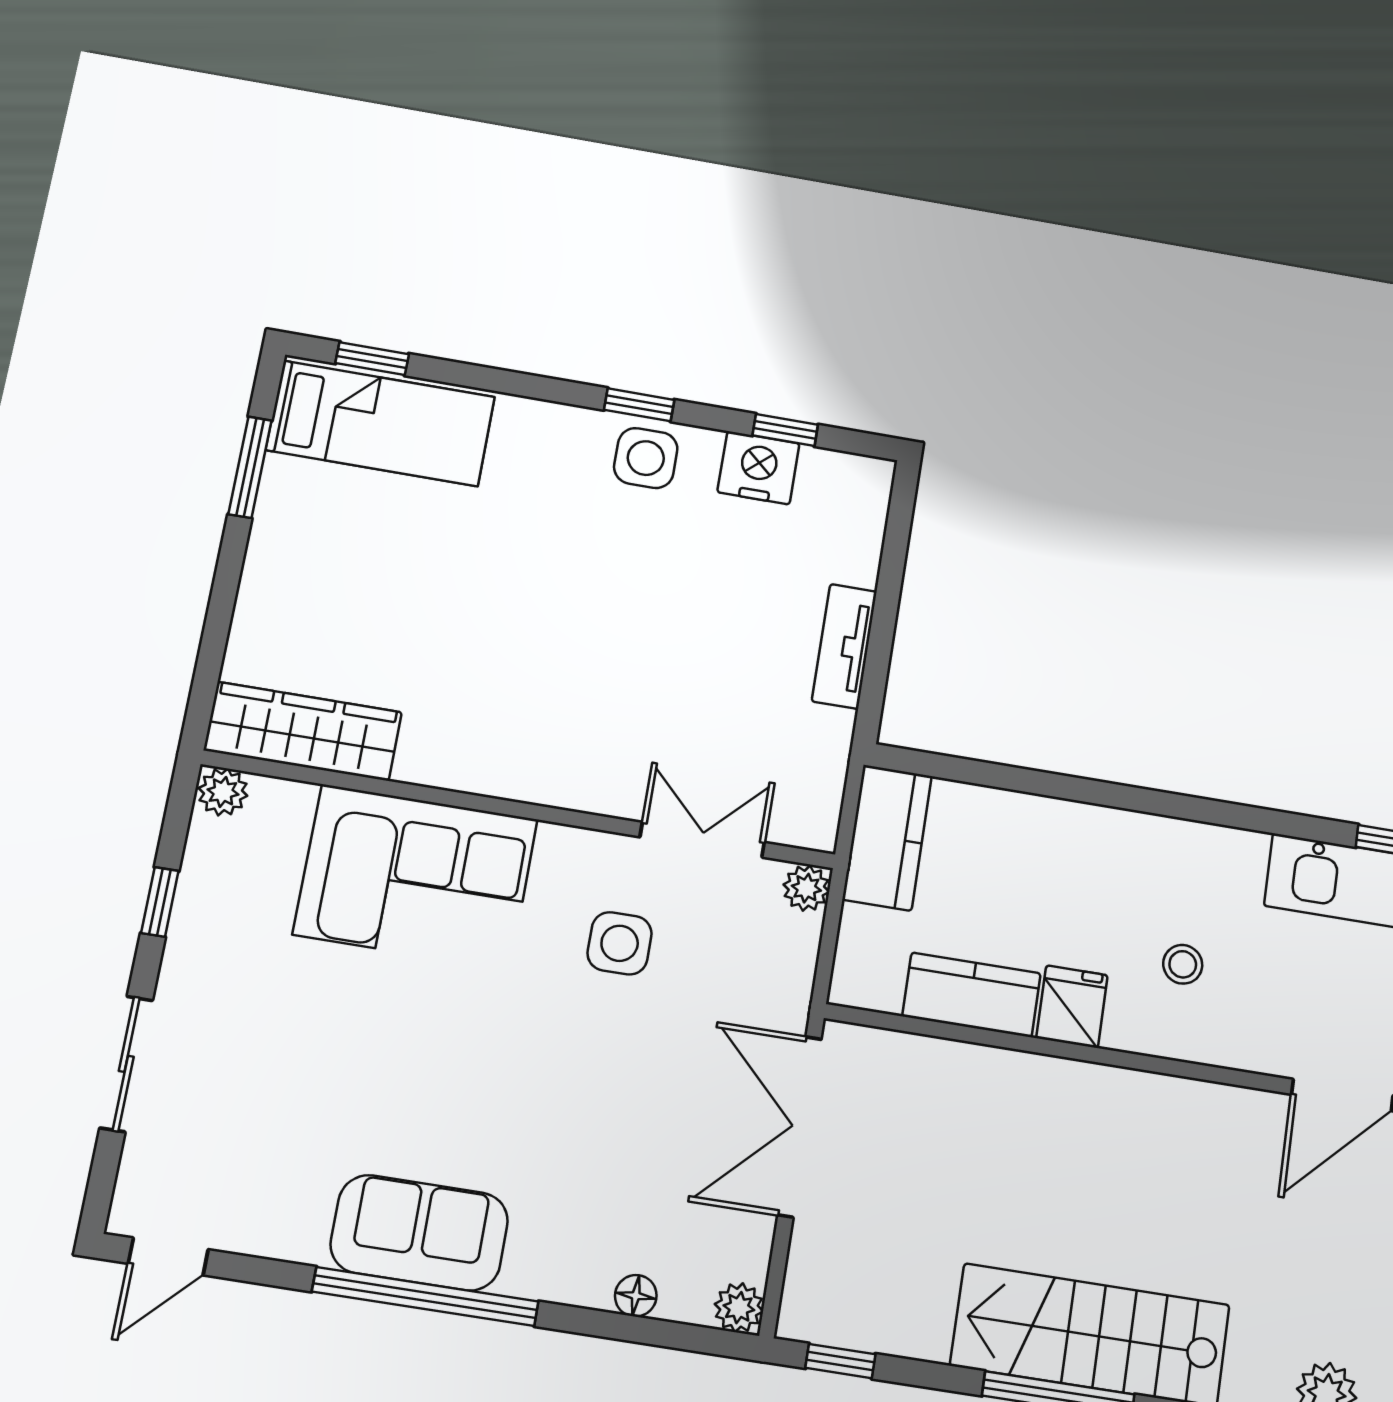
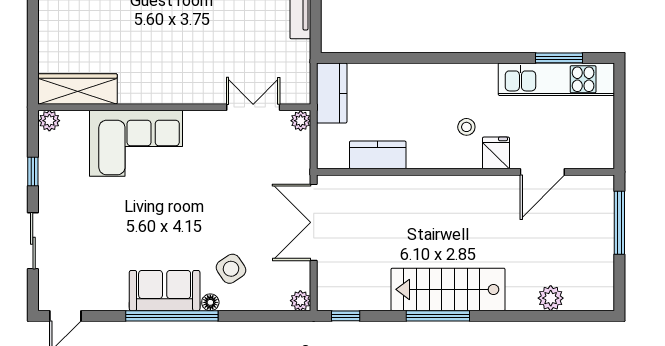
side table: (620, 943) -> (231, 269), moved, turned -34
fridge: (1072, 1007) -> (496, 153), moved
floor lamp: (636, 1296) -> (210, 302), moved

